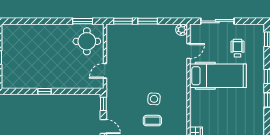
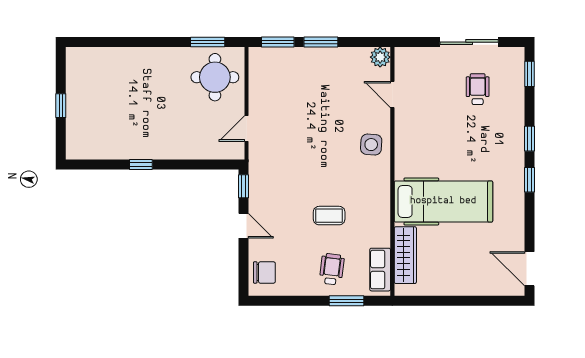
sliding door: (217, 21) -> (469, 42), moved
door: (189, 51) -> (392, 95), swing flipped
hospital bed: (218, 76) -> (443, 201), moved
side table: (154, 99) -> (371, 145), moved

